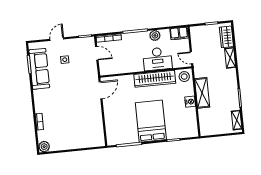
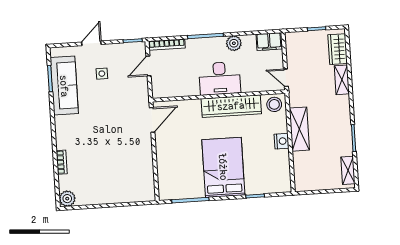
door: (97, 53) -> (149, 66), swing flipped
desk: (157, 59) -> (220, 78), moved

